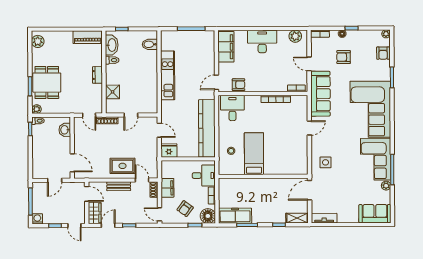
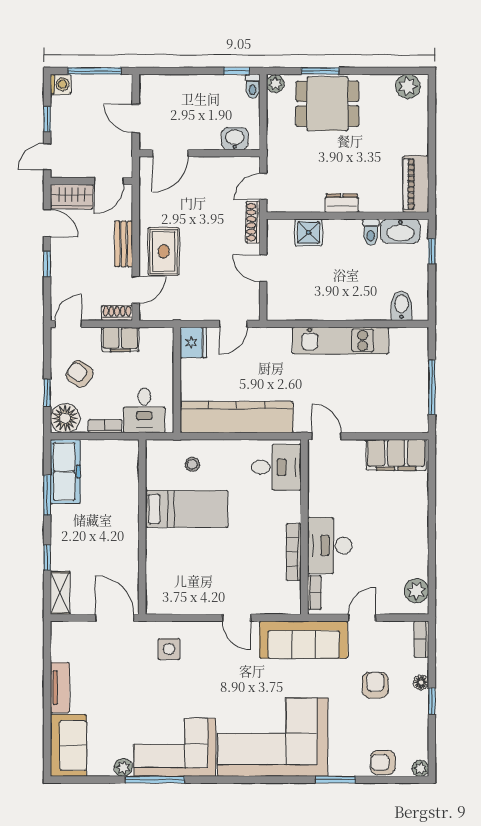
desk: (262, 41) -> (330, 546), moved, turned 180
armchair: (239, 85) -> (322, 479), removed
tv unit: (324, 218) -> (60, 688), moved

